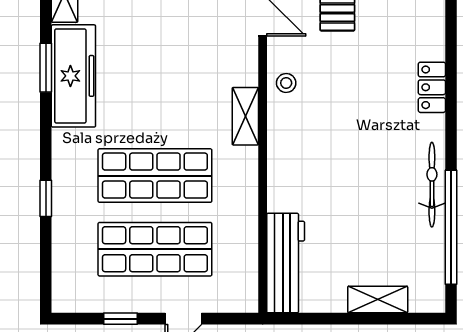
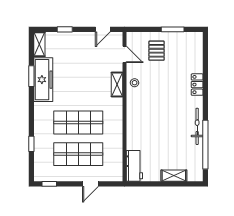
shelving: (245, 116) -> (117, 85), moved
window: (46, 198) -> (31, 144), moved
workbench: (286, 263) -> (134, 166), width x0.73
window: (121, 319) -> (49, 184), moved

